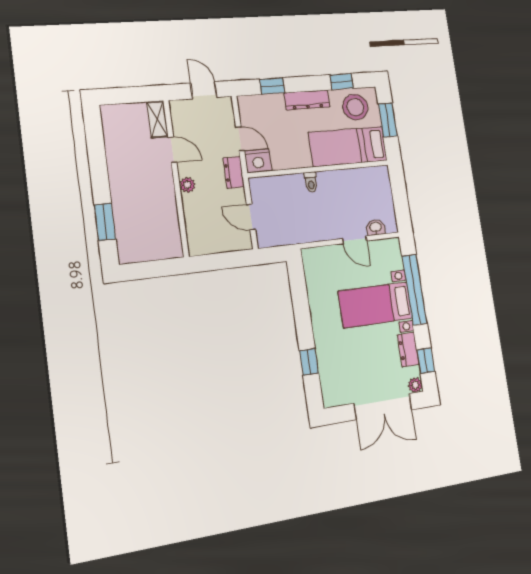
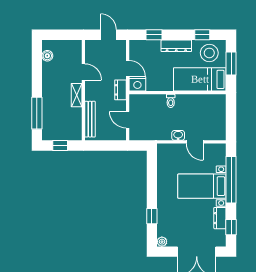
shelving: (157, 119) -> (77, 95), moved
boiler: (111, 129) -> (47, 56), added
plant: (187, 185) -> (90, 95), removed
window: (105, 222) -> (37, 113), width x1.44
bench: (192, 222) -> (90, 119), added
washbasin: (376, 227) -> (178, 135), moved
window: (150, 270) -> (60, 146), added
plant: (415, 385) -> (162, 242), moved

